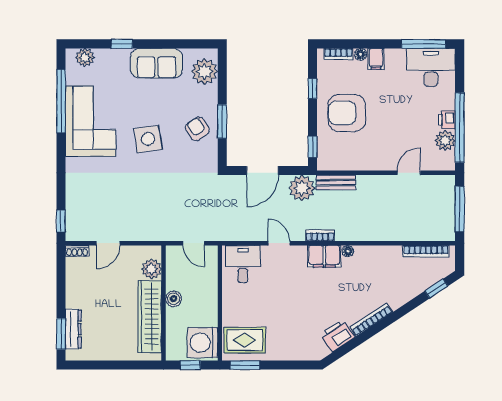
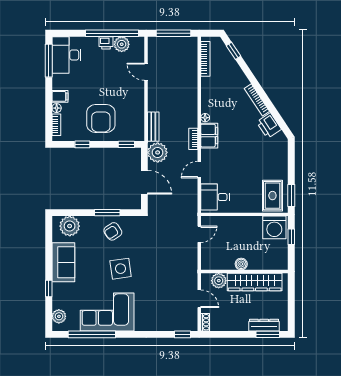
plant: (151, 269) -> (219, 281), moved
boiler: (174, 299) -> (241, 264), moved
wall: (164, 303) -> (244, 272), moved
wardrobe: (150, 317) -> (255, 282), moved

